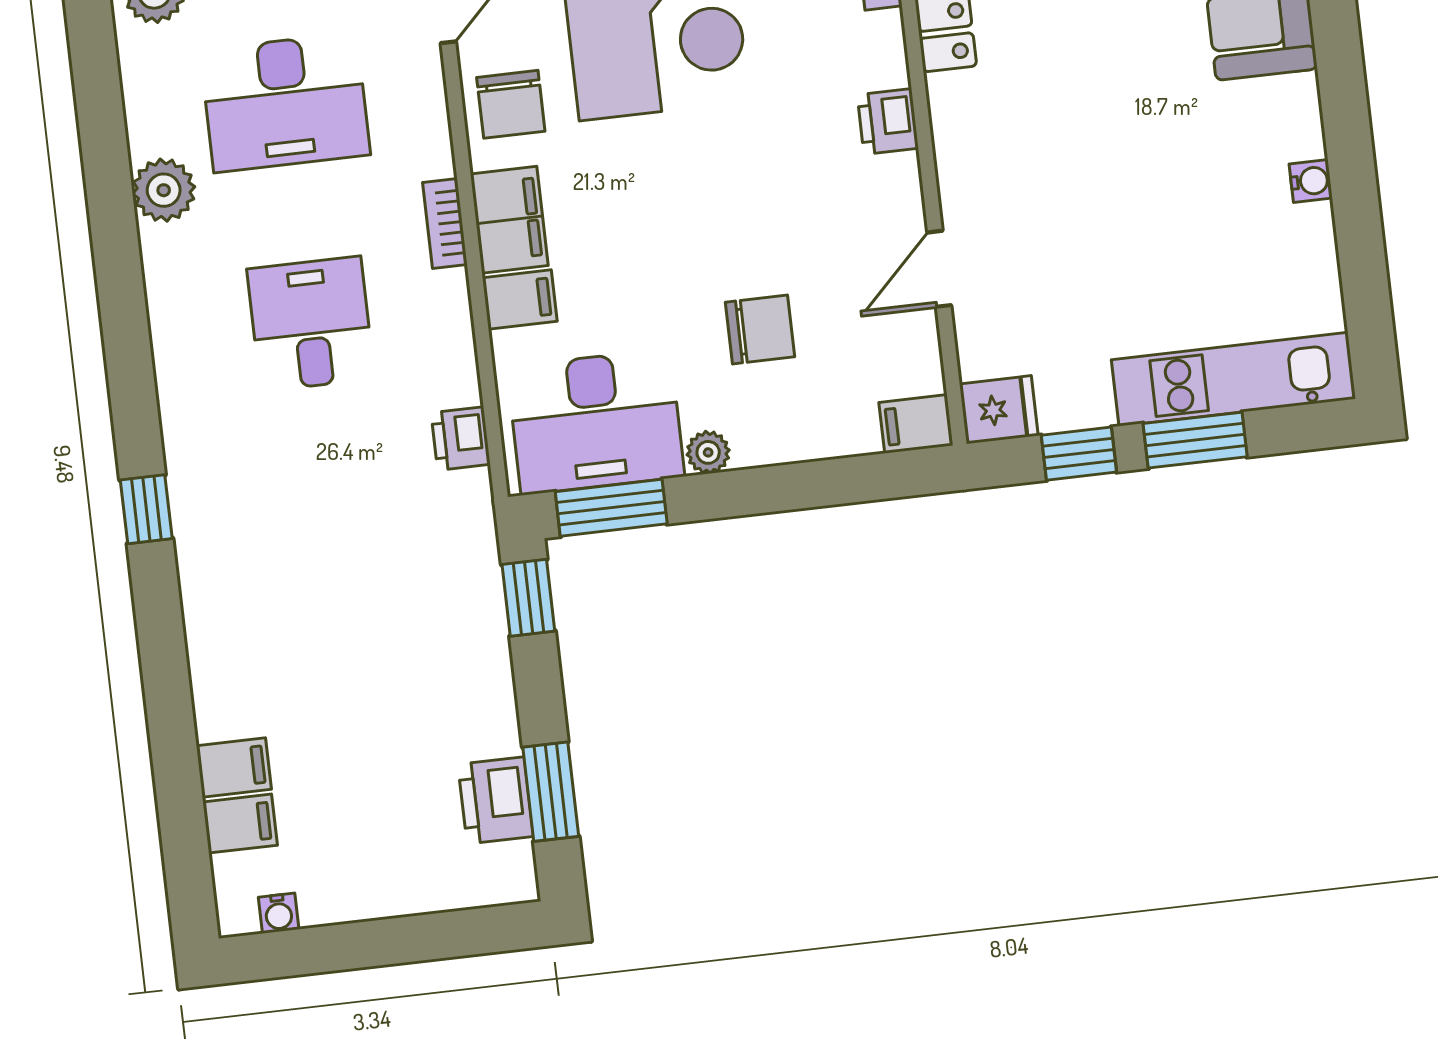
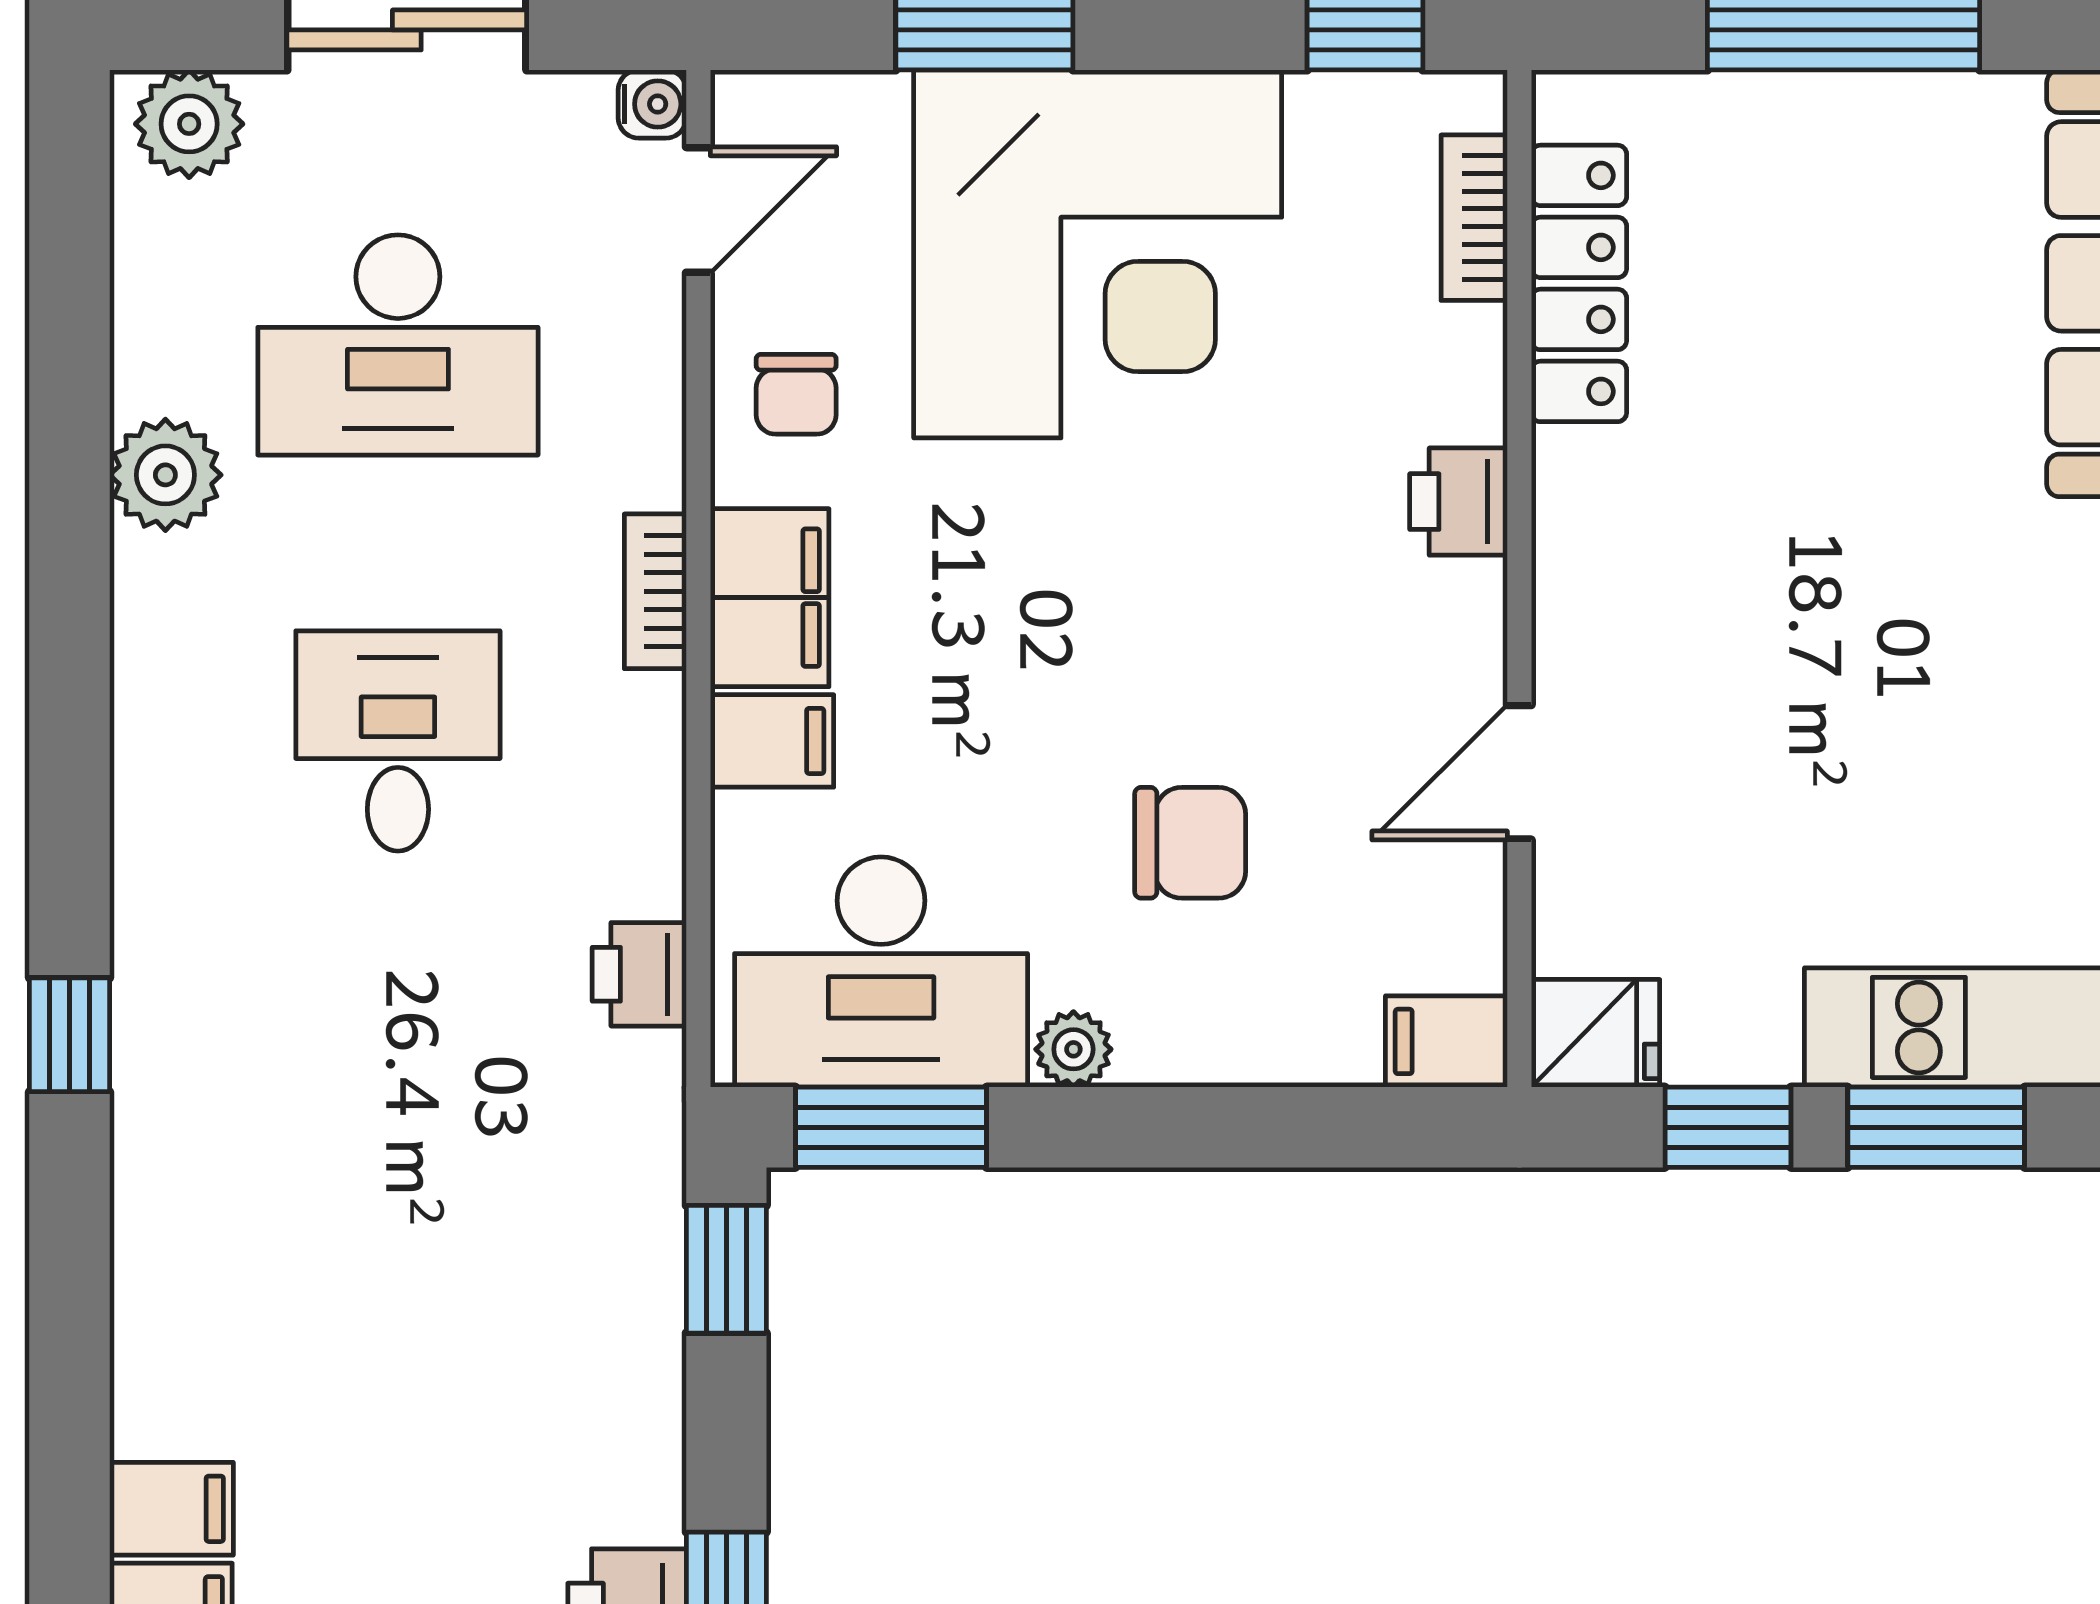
chair: (511, 104) -> (796, 394), width x0.73, depth x0.73

